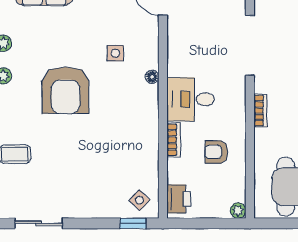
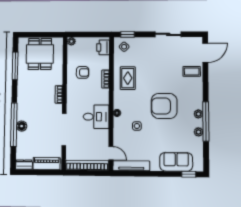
armchair: (66, 90) -> (164, 106), turned -90
desk: (191, 99) -> (96, 117), moved
rug: (132, 141) -> (128, 78), added
sliding door: (39, 223) -> (168, 34), moved

